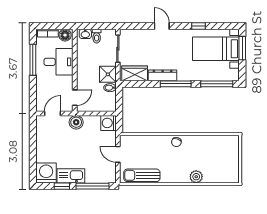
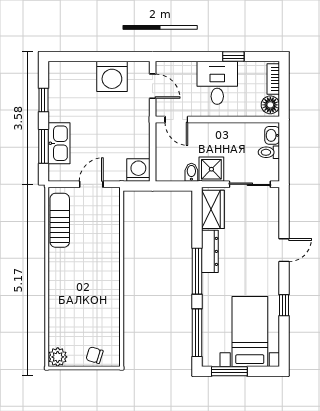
window: (242, 48) -> (229, 371), moved
window: (33, 60) -> (233, 57), width x0.46
desk: (58, 62) -> (217, 83), moved, turned 180
boiler: (76, 122) -> (139, 122), removed
chair: (176, 142) -> (95, 355), moved
washing machine: (46, 173) -> (112, 76), moved, turned 90
kitchen sink: (71, 176) -> (59, 143), moved
plant: (196, 177) -> (58, 357), moved
window: (93, 186) -> (43, 146), width x0.69

